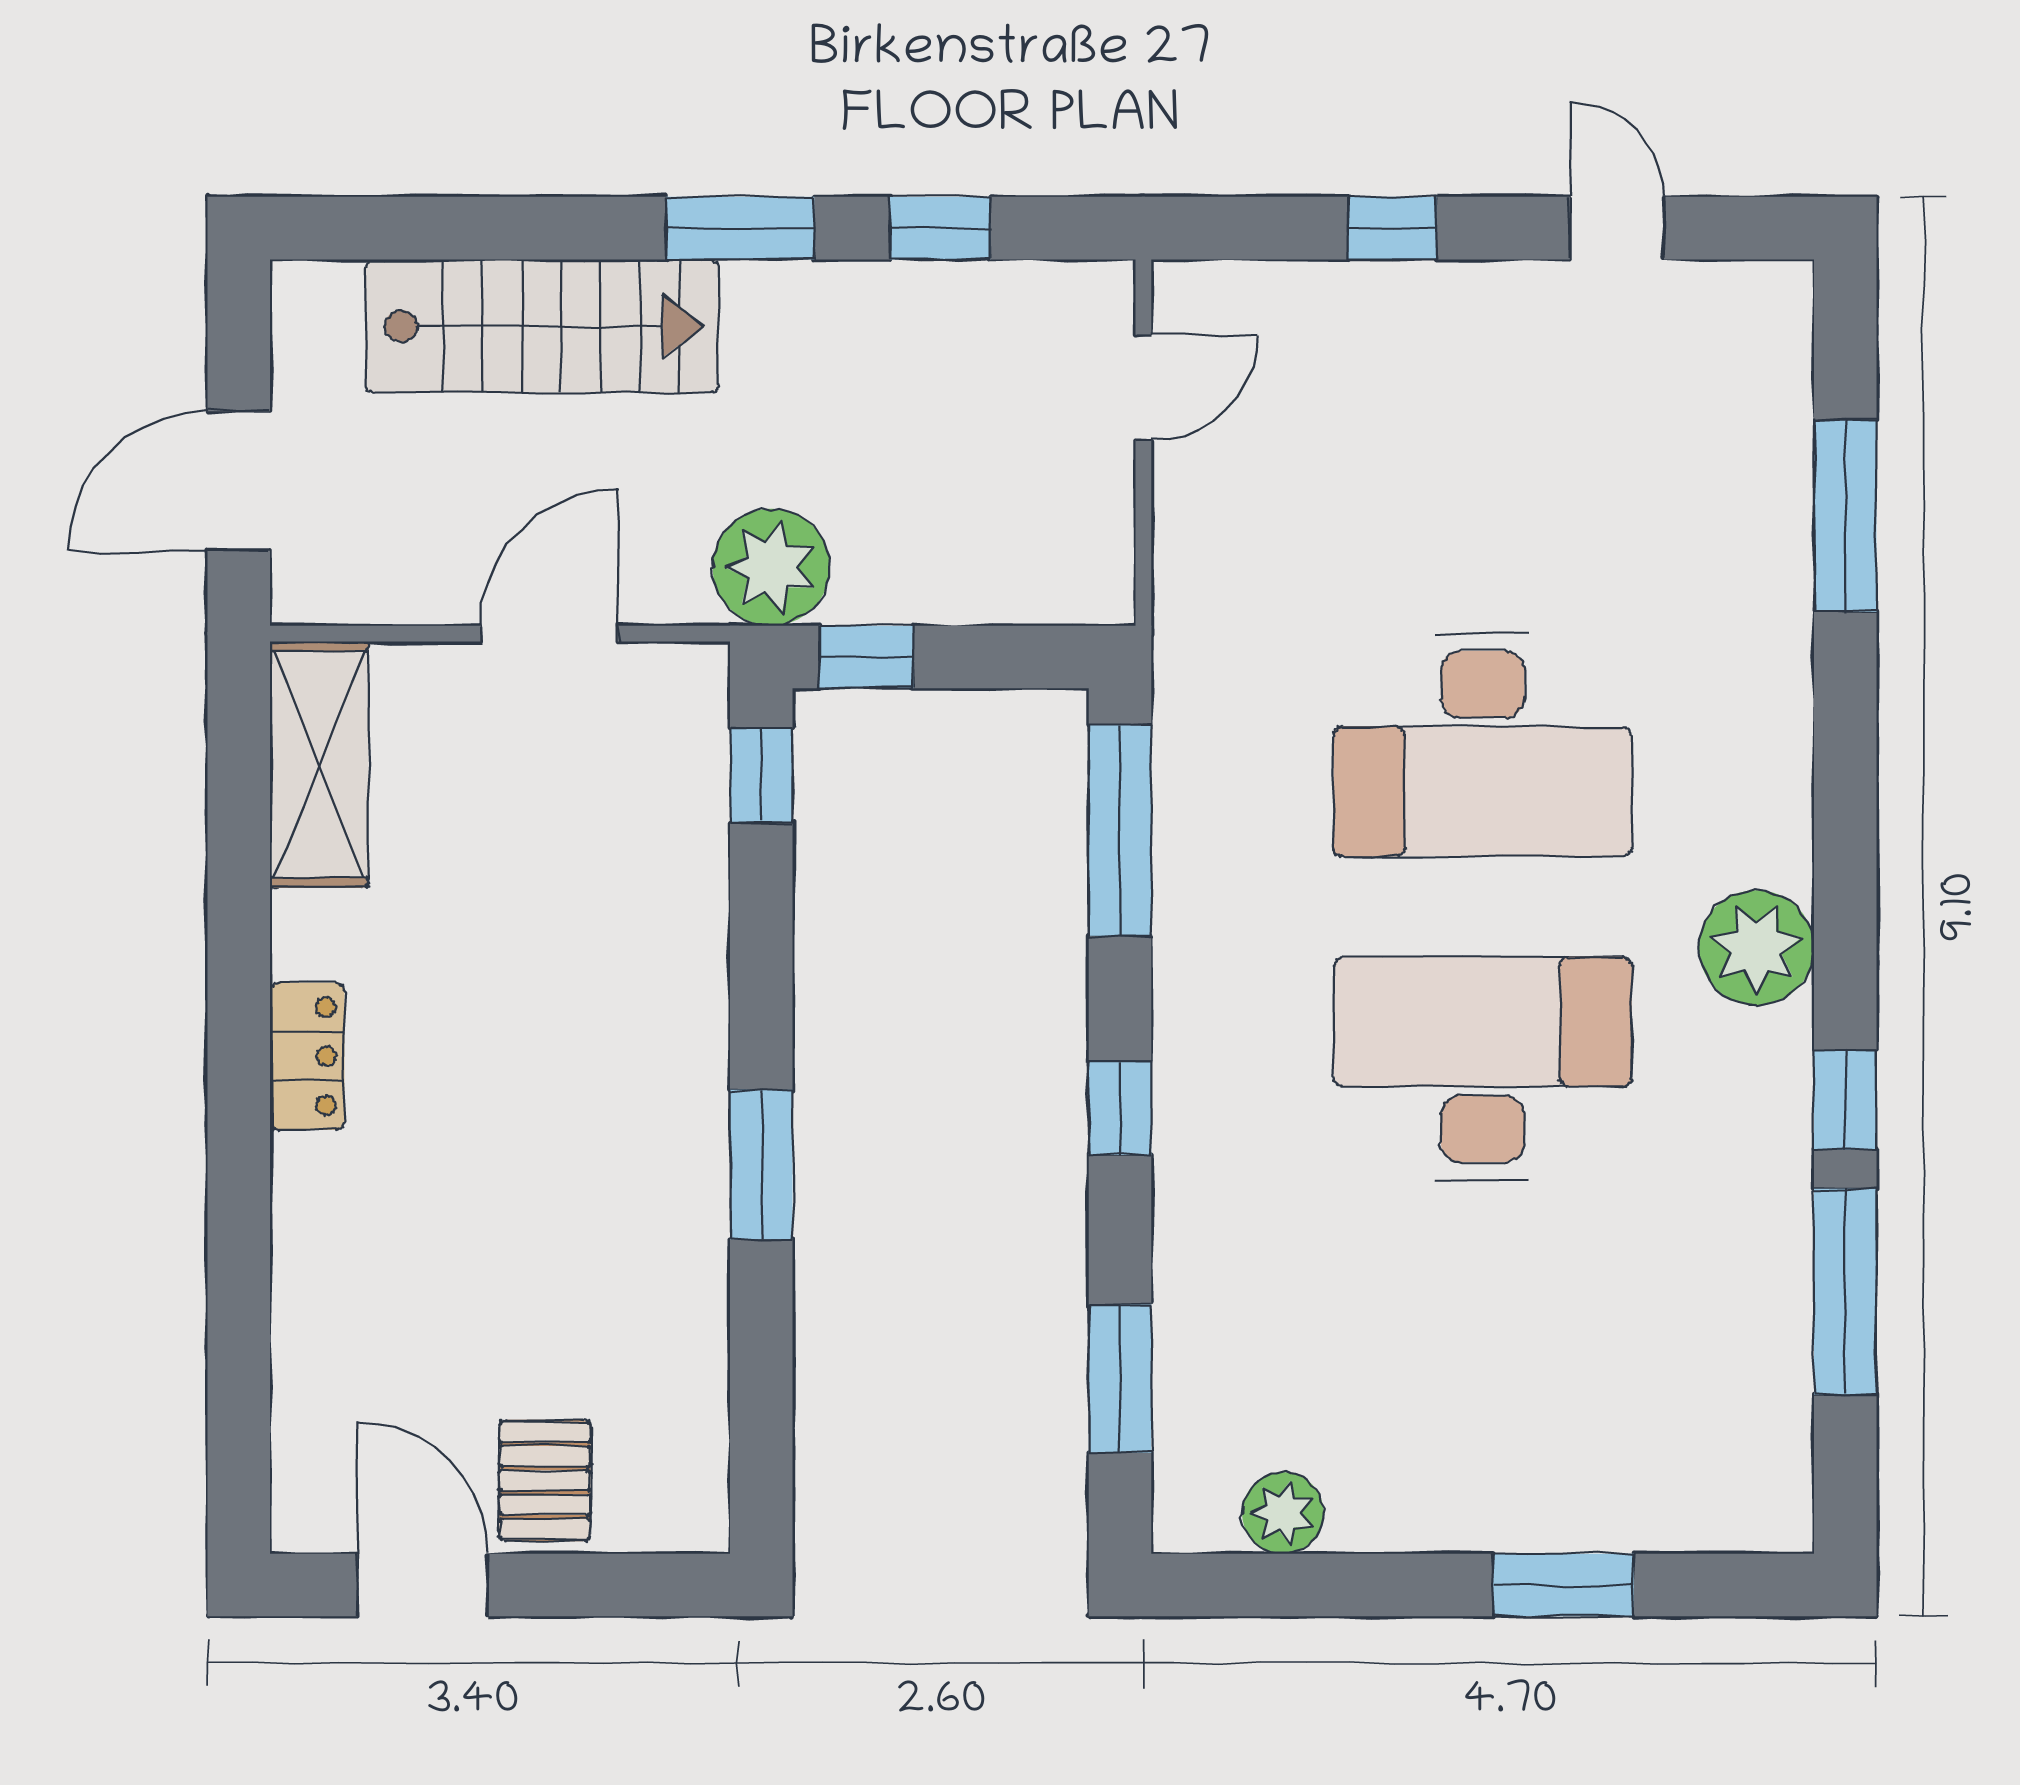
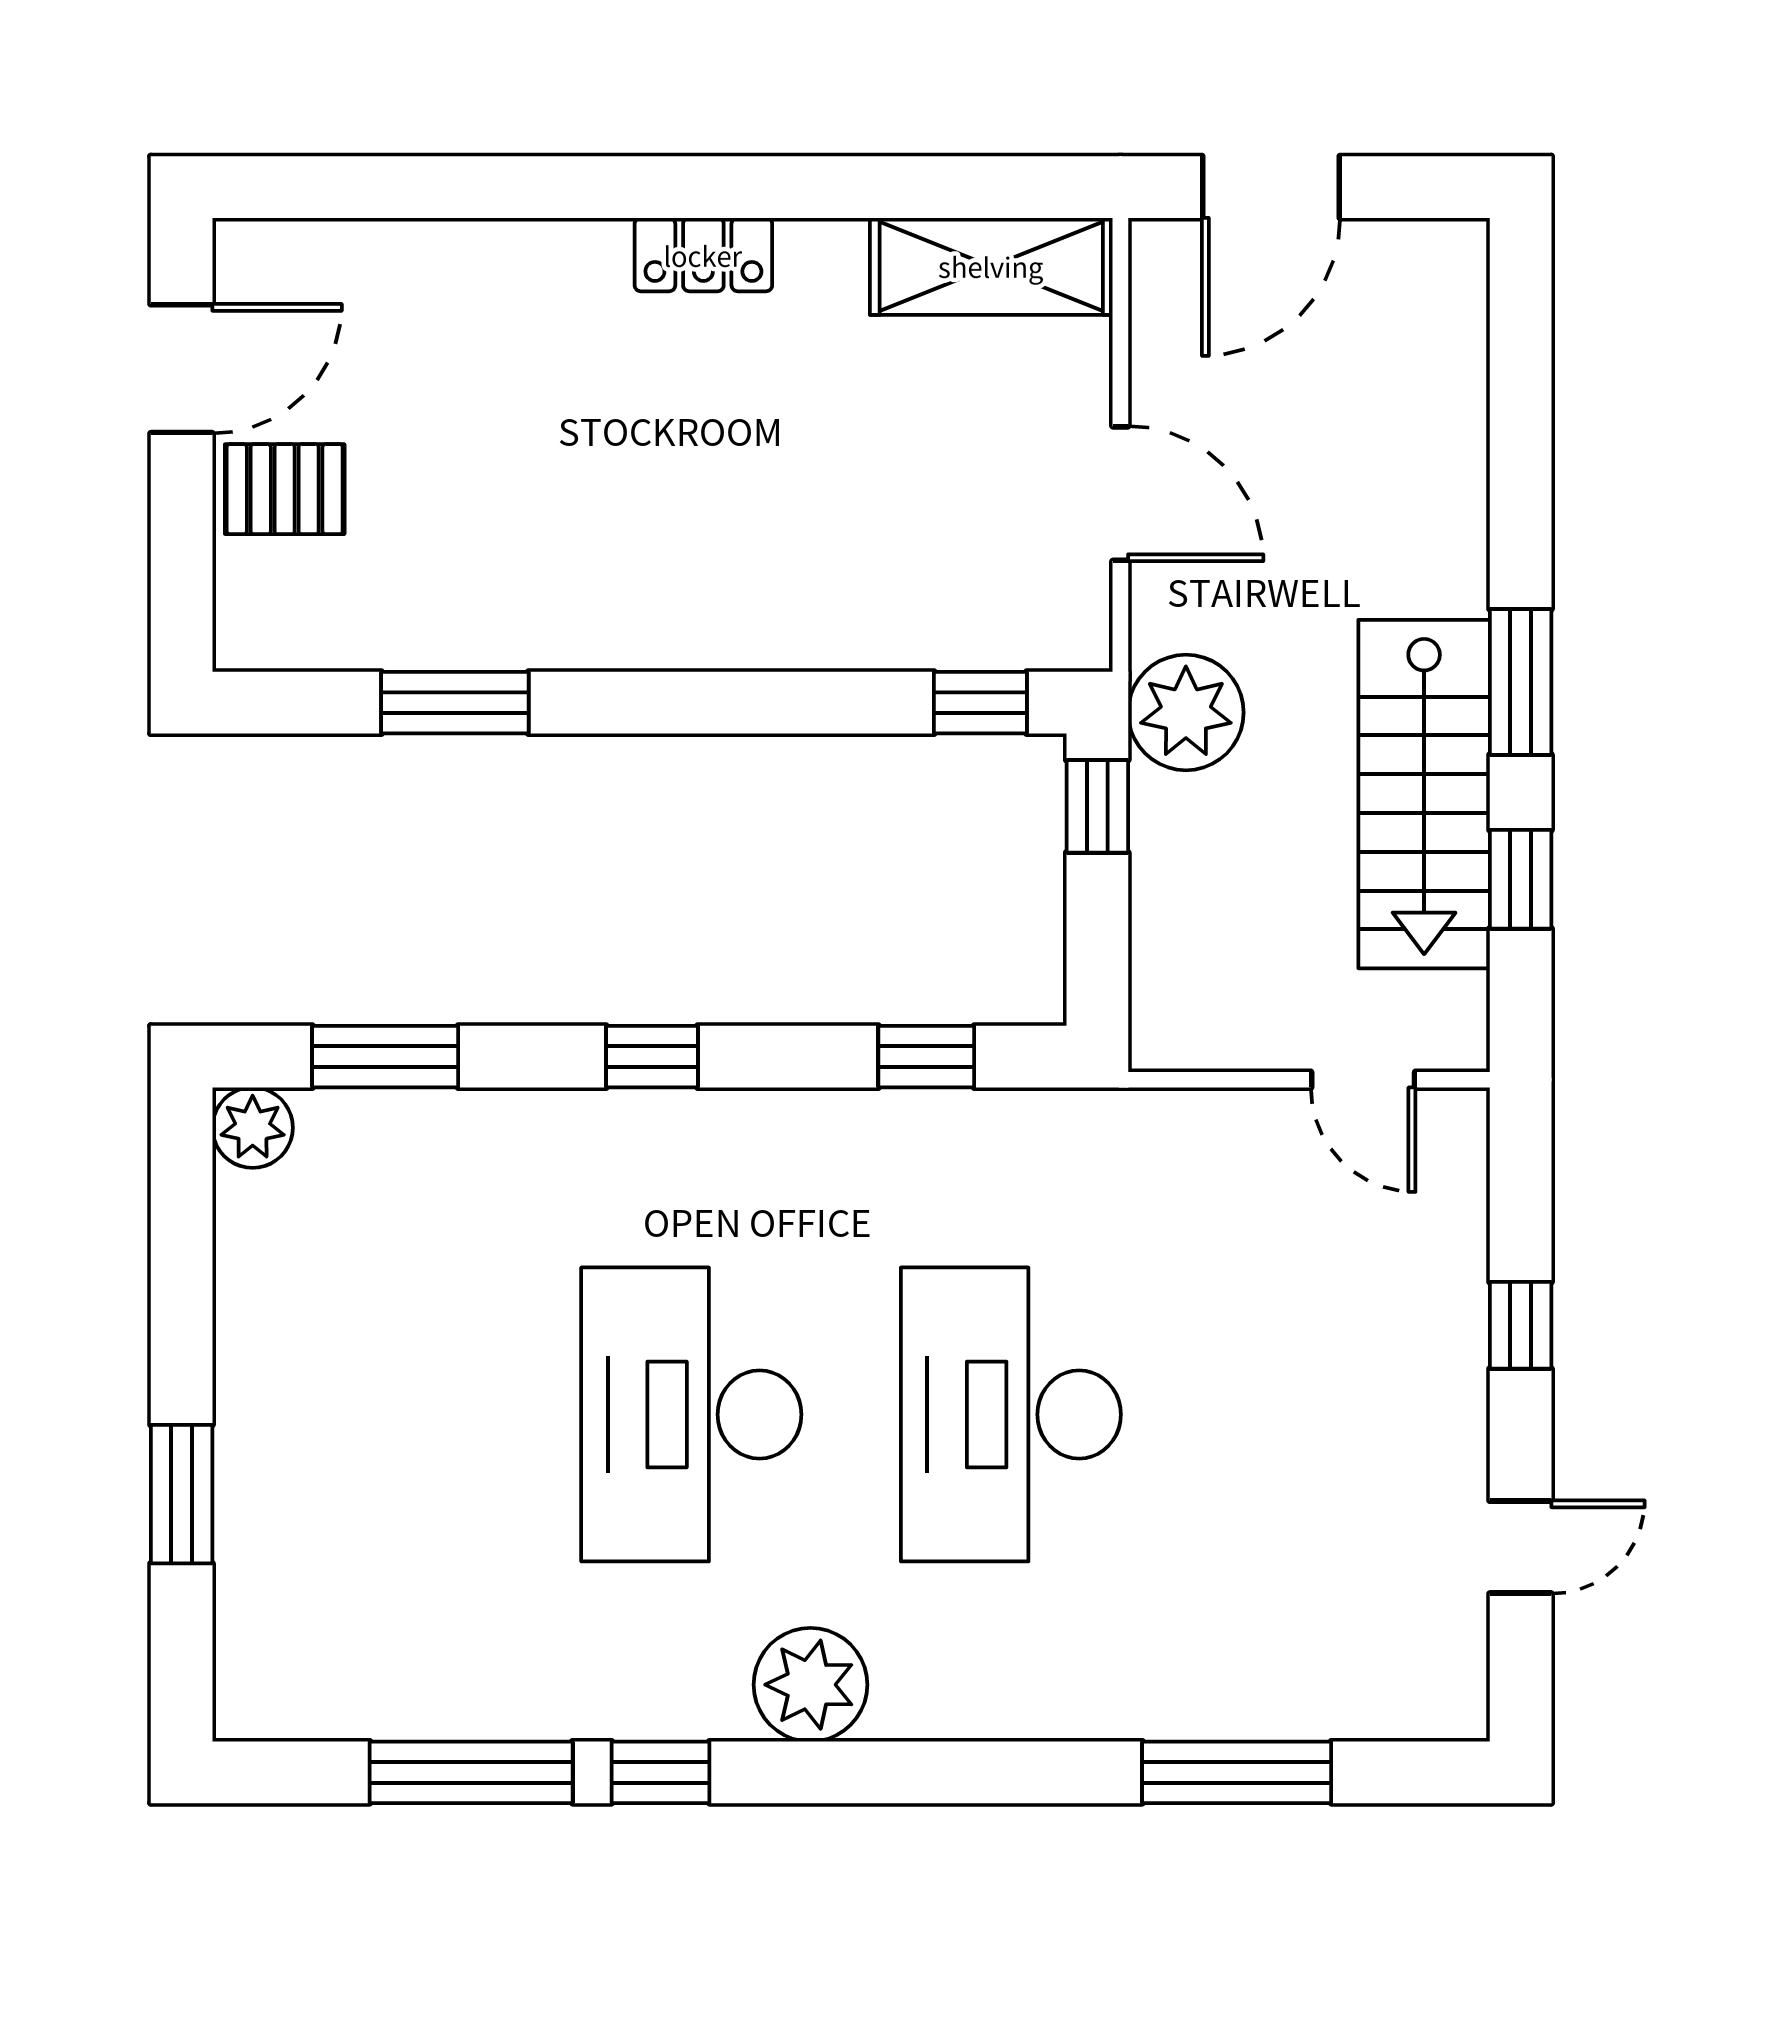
stairs: (542, 326) -> (1424, 794), moved
door: (239, 481) -> (1271, 187), swing flipped
window: (1120, 830) -> (926, 1057), width x0.46
desk: (1483, 1068) -> (691, 1414), turned 180
window: (761, 1164) -> (455, 703), moved
plant: (1283, 1513) -> (253, 1128), moved

